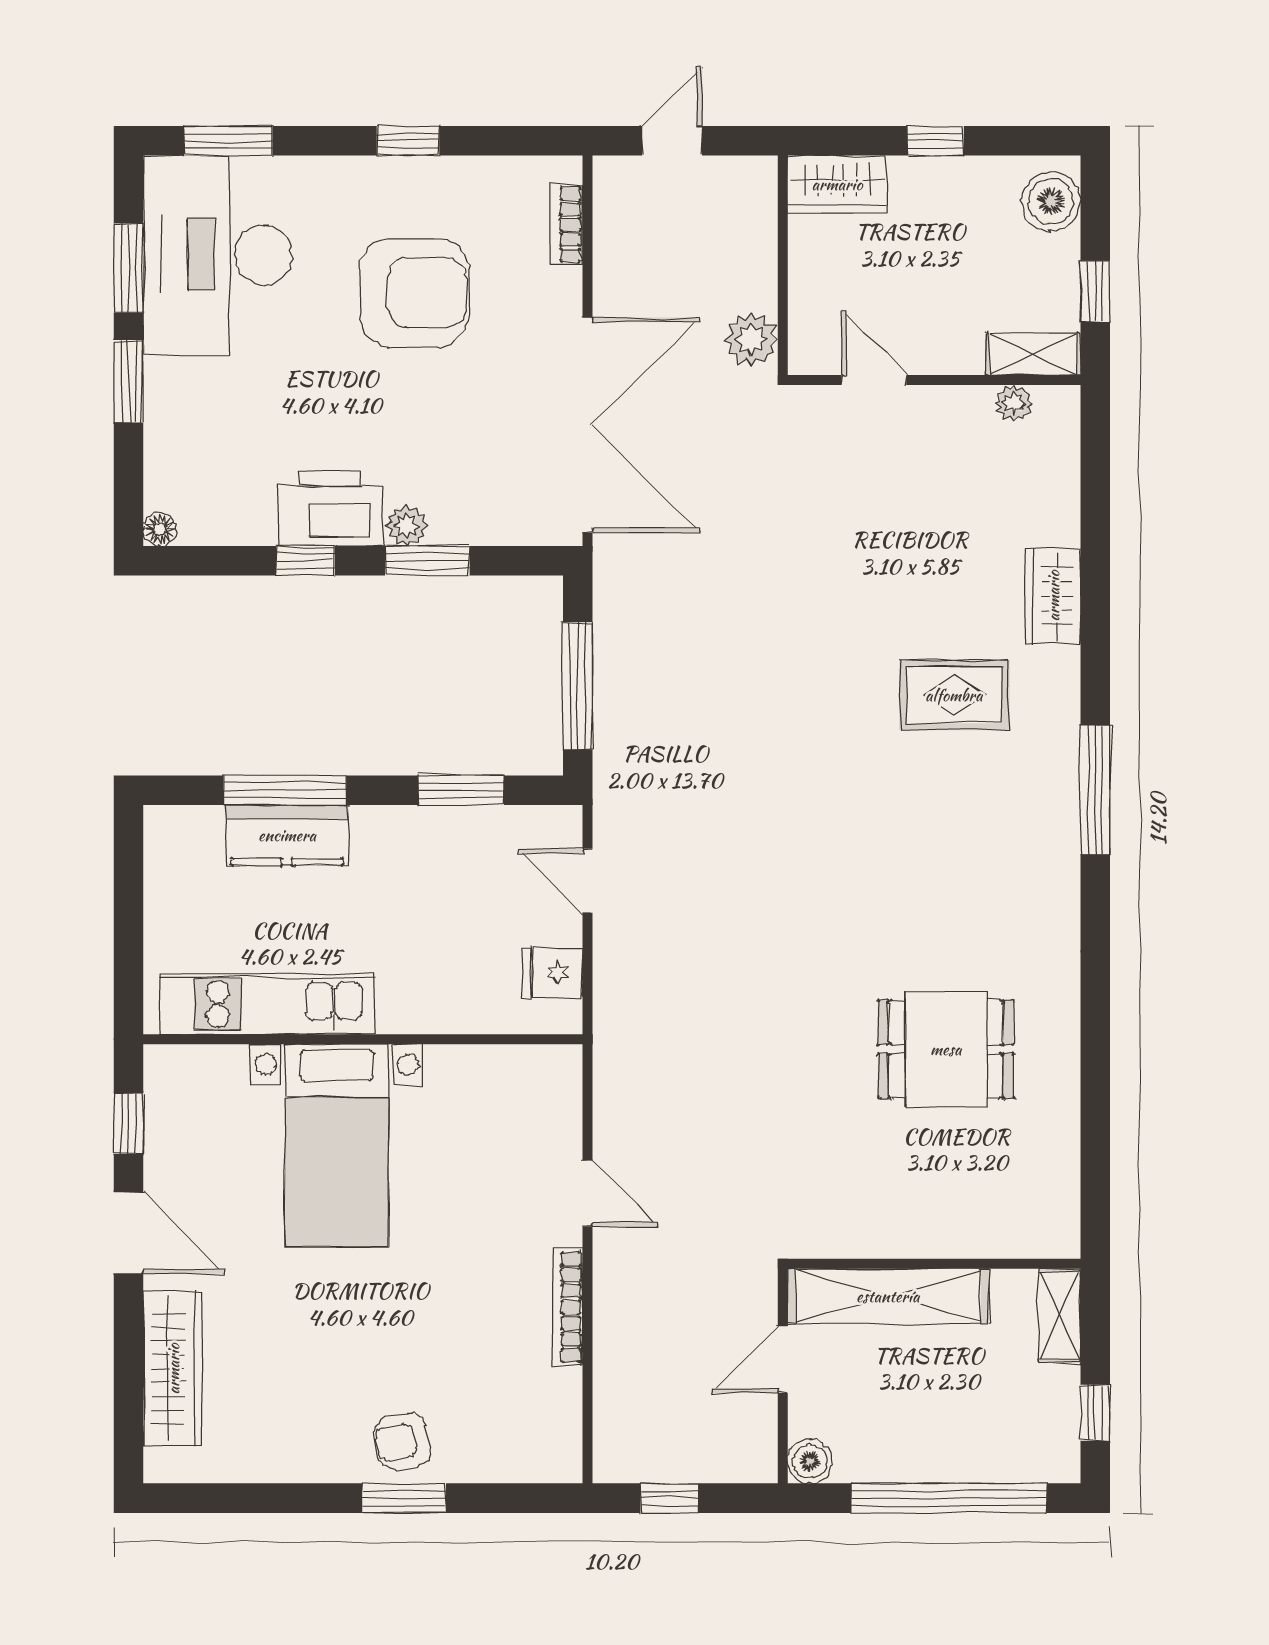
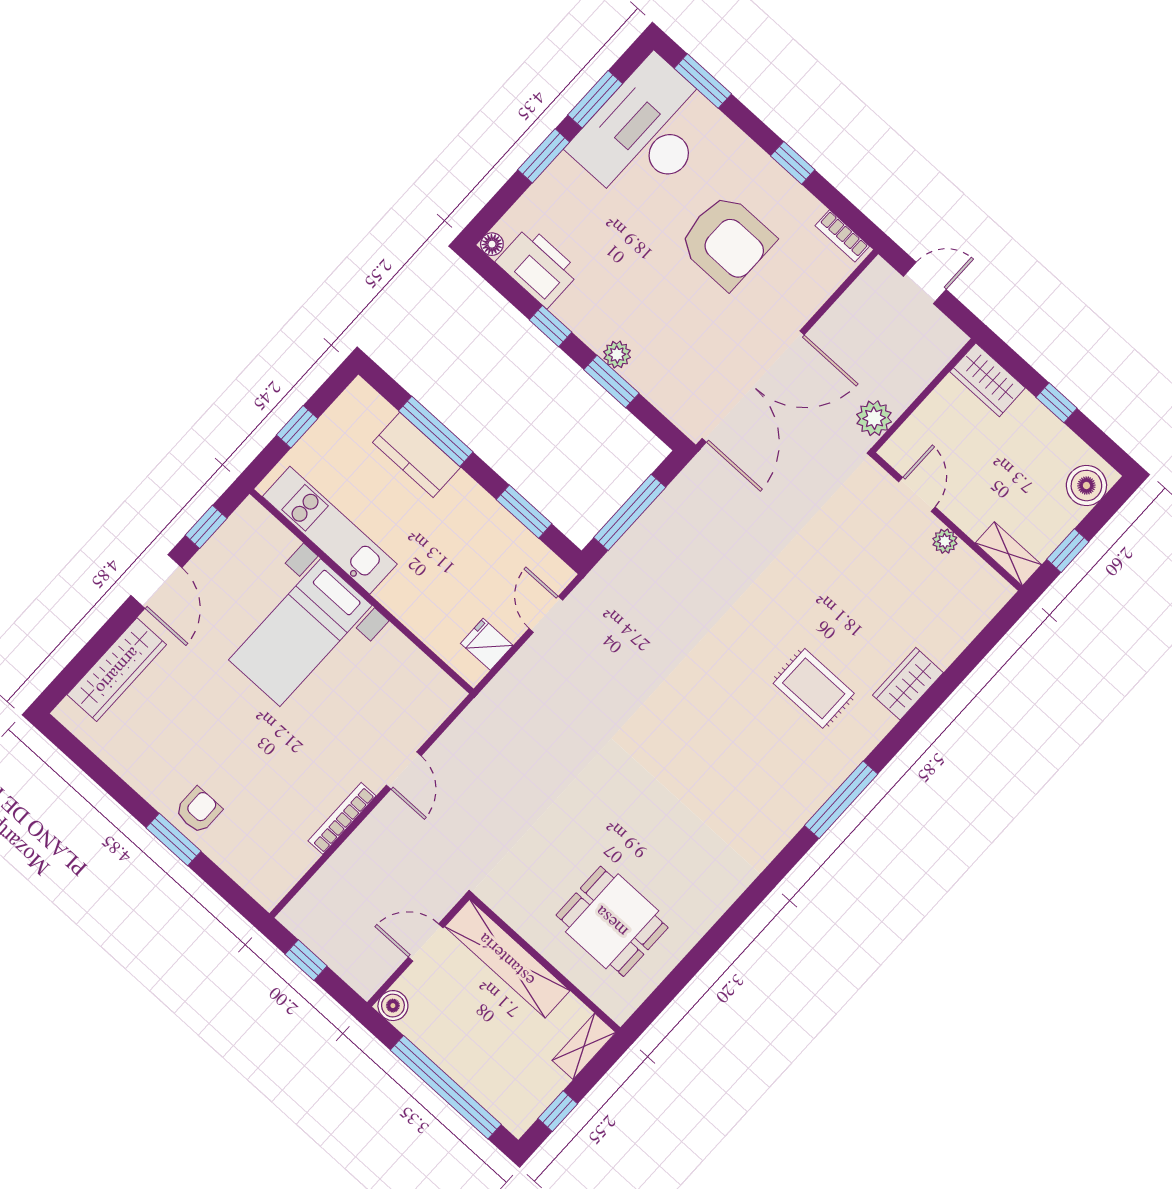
bookcase: (567, 225) -> (842, 236), moved, turned -90
plant: (1014, 403) -> (945, 541), moved
printer: (330, 509) -> (538, 267), moved
window: (128, 923) -> (297, 427), added
dining table: (946, 1049) -> (612, 921), moved
armchair: (402, 1441) -> (198, 810), turned 100

